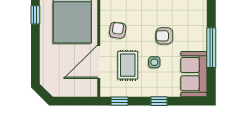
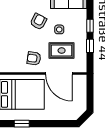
armchair: (164, 36) -> (38, 22), turned -152
window: (120, 101) -> (90, 46), moved

